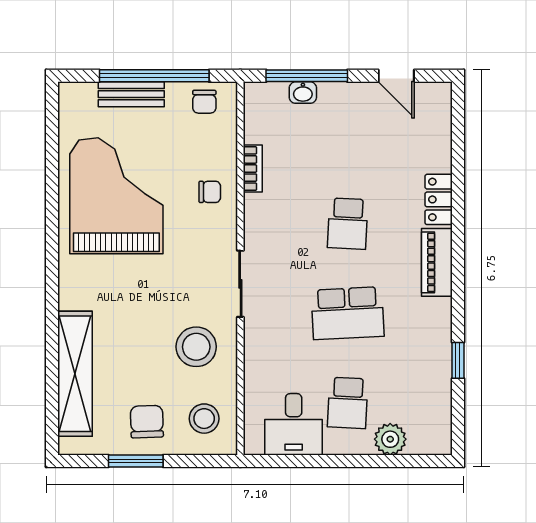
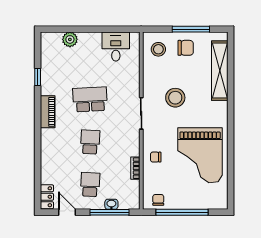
bench: (131, 94) -> (193, 203), removed
locker: (439, 199) -> (47, 197), moved
piano: (437, 262) -> (48, 112), moved
stool: (196, 347) -> (175, 98), moved
school desk: (348, 403) -> (90, 185), moved
chair: (147, 422) -> (186, 48), turned -88
window: (136, 461) -> (191, 29), width x1.44

